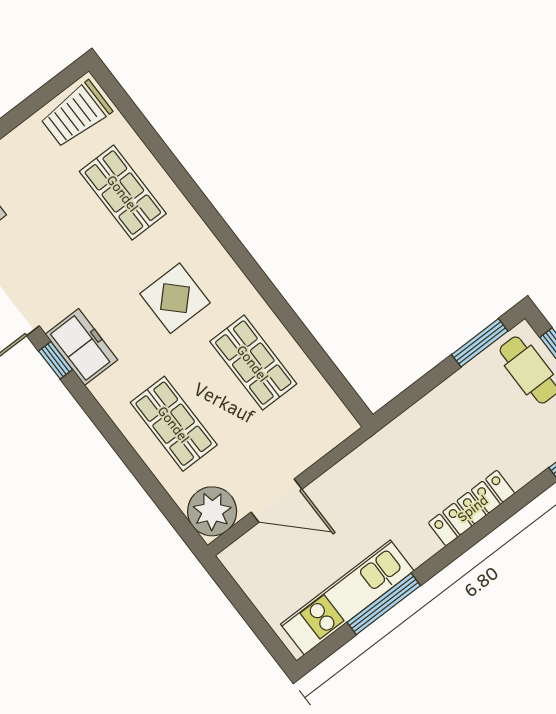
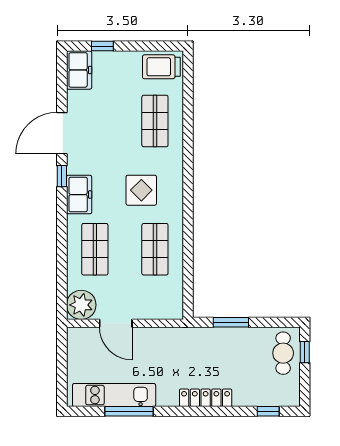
window: (480, 343) -> (231, 322), moved
freezer: (82, 347) -> (79, 195), moved

